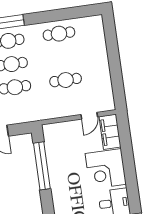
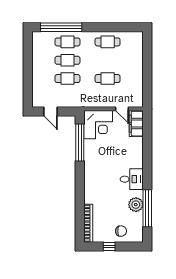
door: (89, 116) -> (122, 109), hinge flipped
corner desk: (106, 169) -> (98, 125), moved, turned -90

